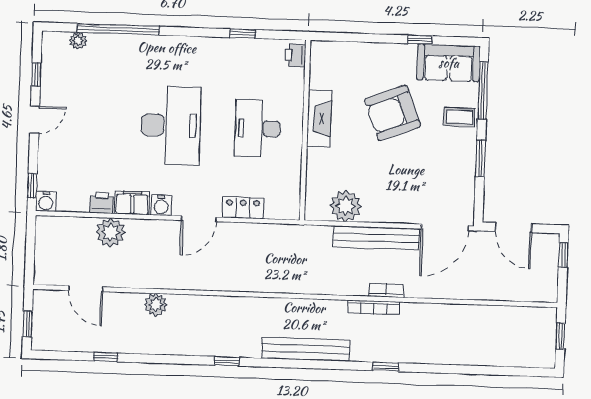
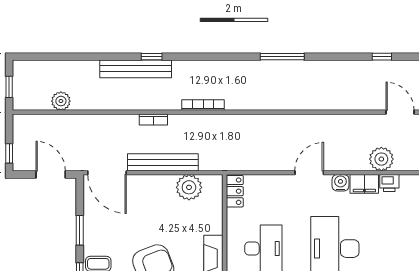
locker: (243, 208) -> (235, 191), moved, turned -90
door: (445, 227) -> (107, 173), swing flipped
plant: (156, 305) -> (61, 101), moved
bookcase: (374, 307) -> (203, 105), moved
bench: (306, 349) -> (136, 69), moved
window: (227, 361) -> (282, 57), width x2.17

